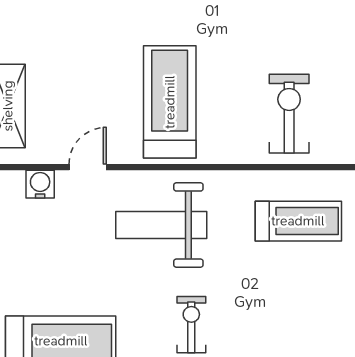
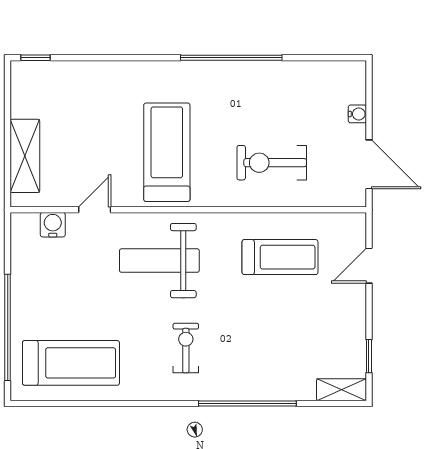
exercise bike: (289, 114) -> (272, 163), turned -90

